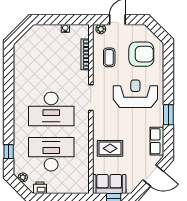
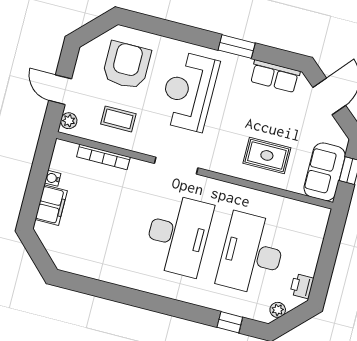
filing cabinet: (50, 31) -> (51, 205), added
rug: (110, 148) -> (267, 155), turned 90

